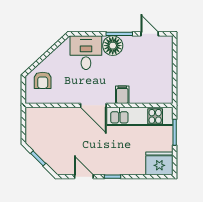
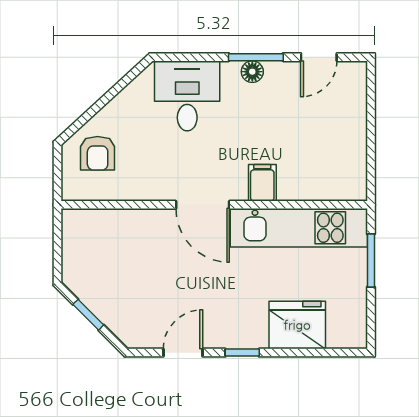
door: (150, 34) -> (319, 57), swing flipped
floor lamp: (113, 46) -> (252, 72), width x0.53, depth x0.53
fridge: (159, 163) -> (297, 325), moved
door: (84, 177) -> (183, 353), hinge flipped

